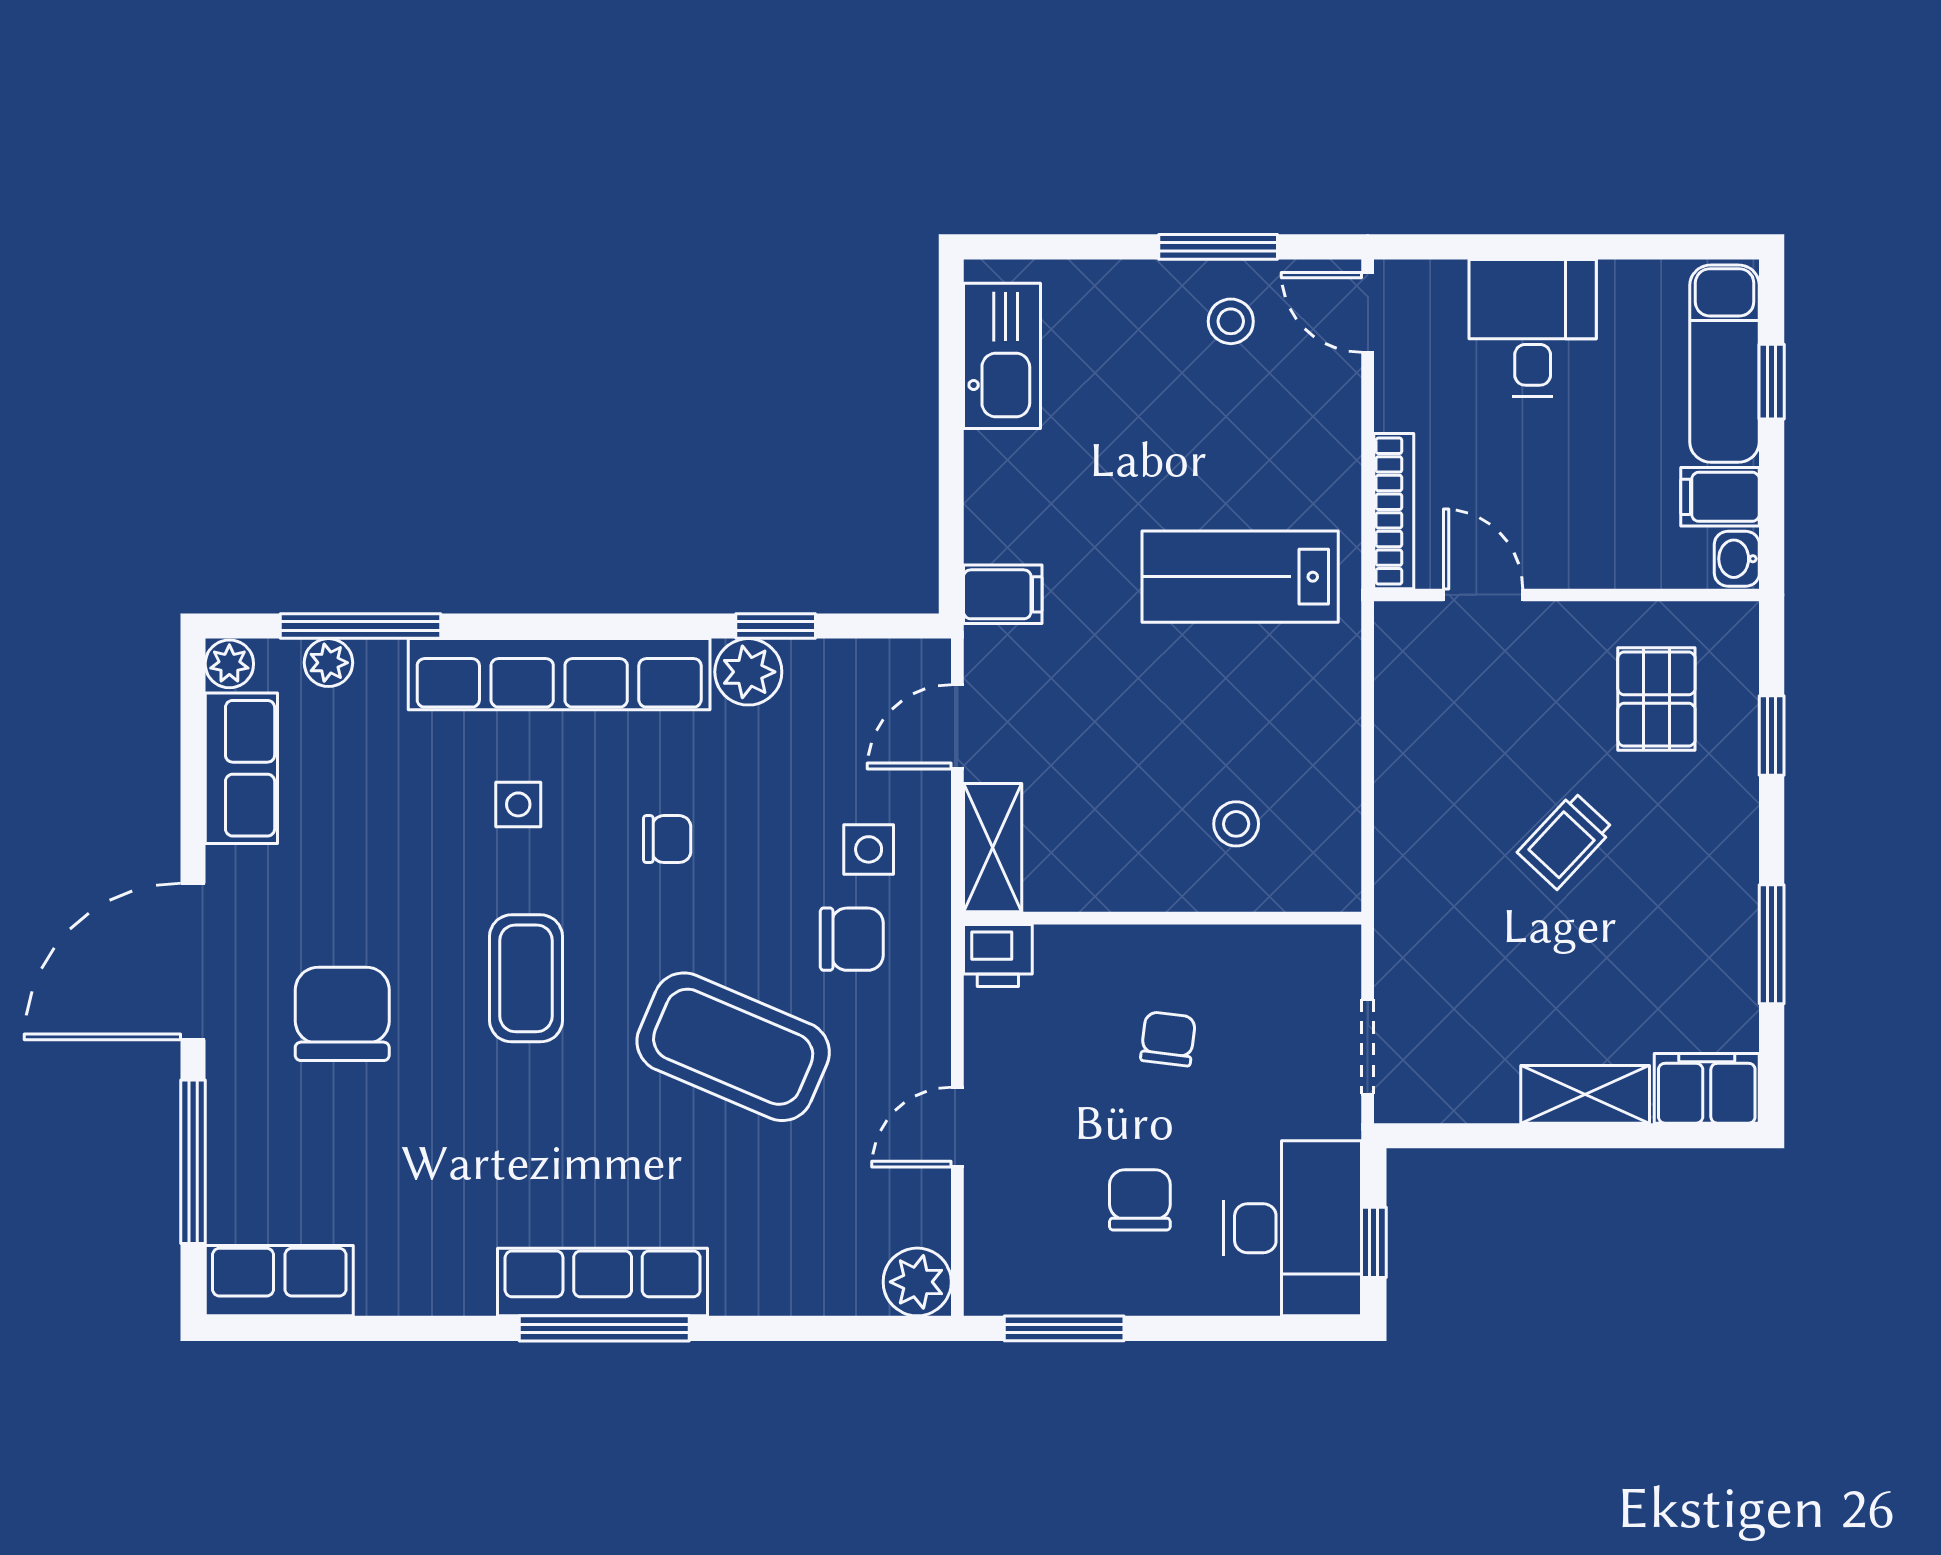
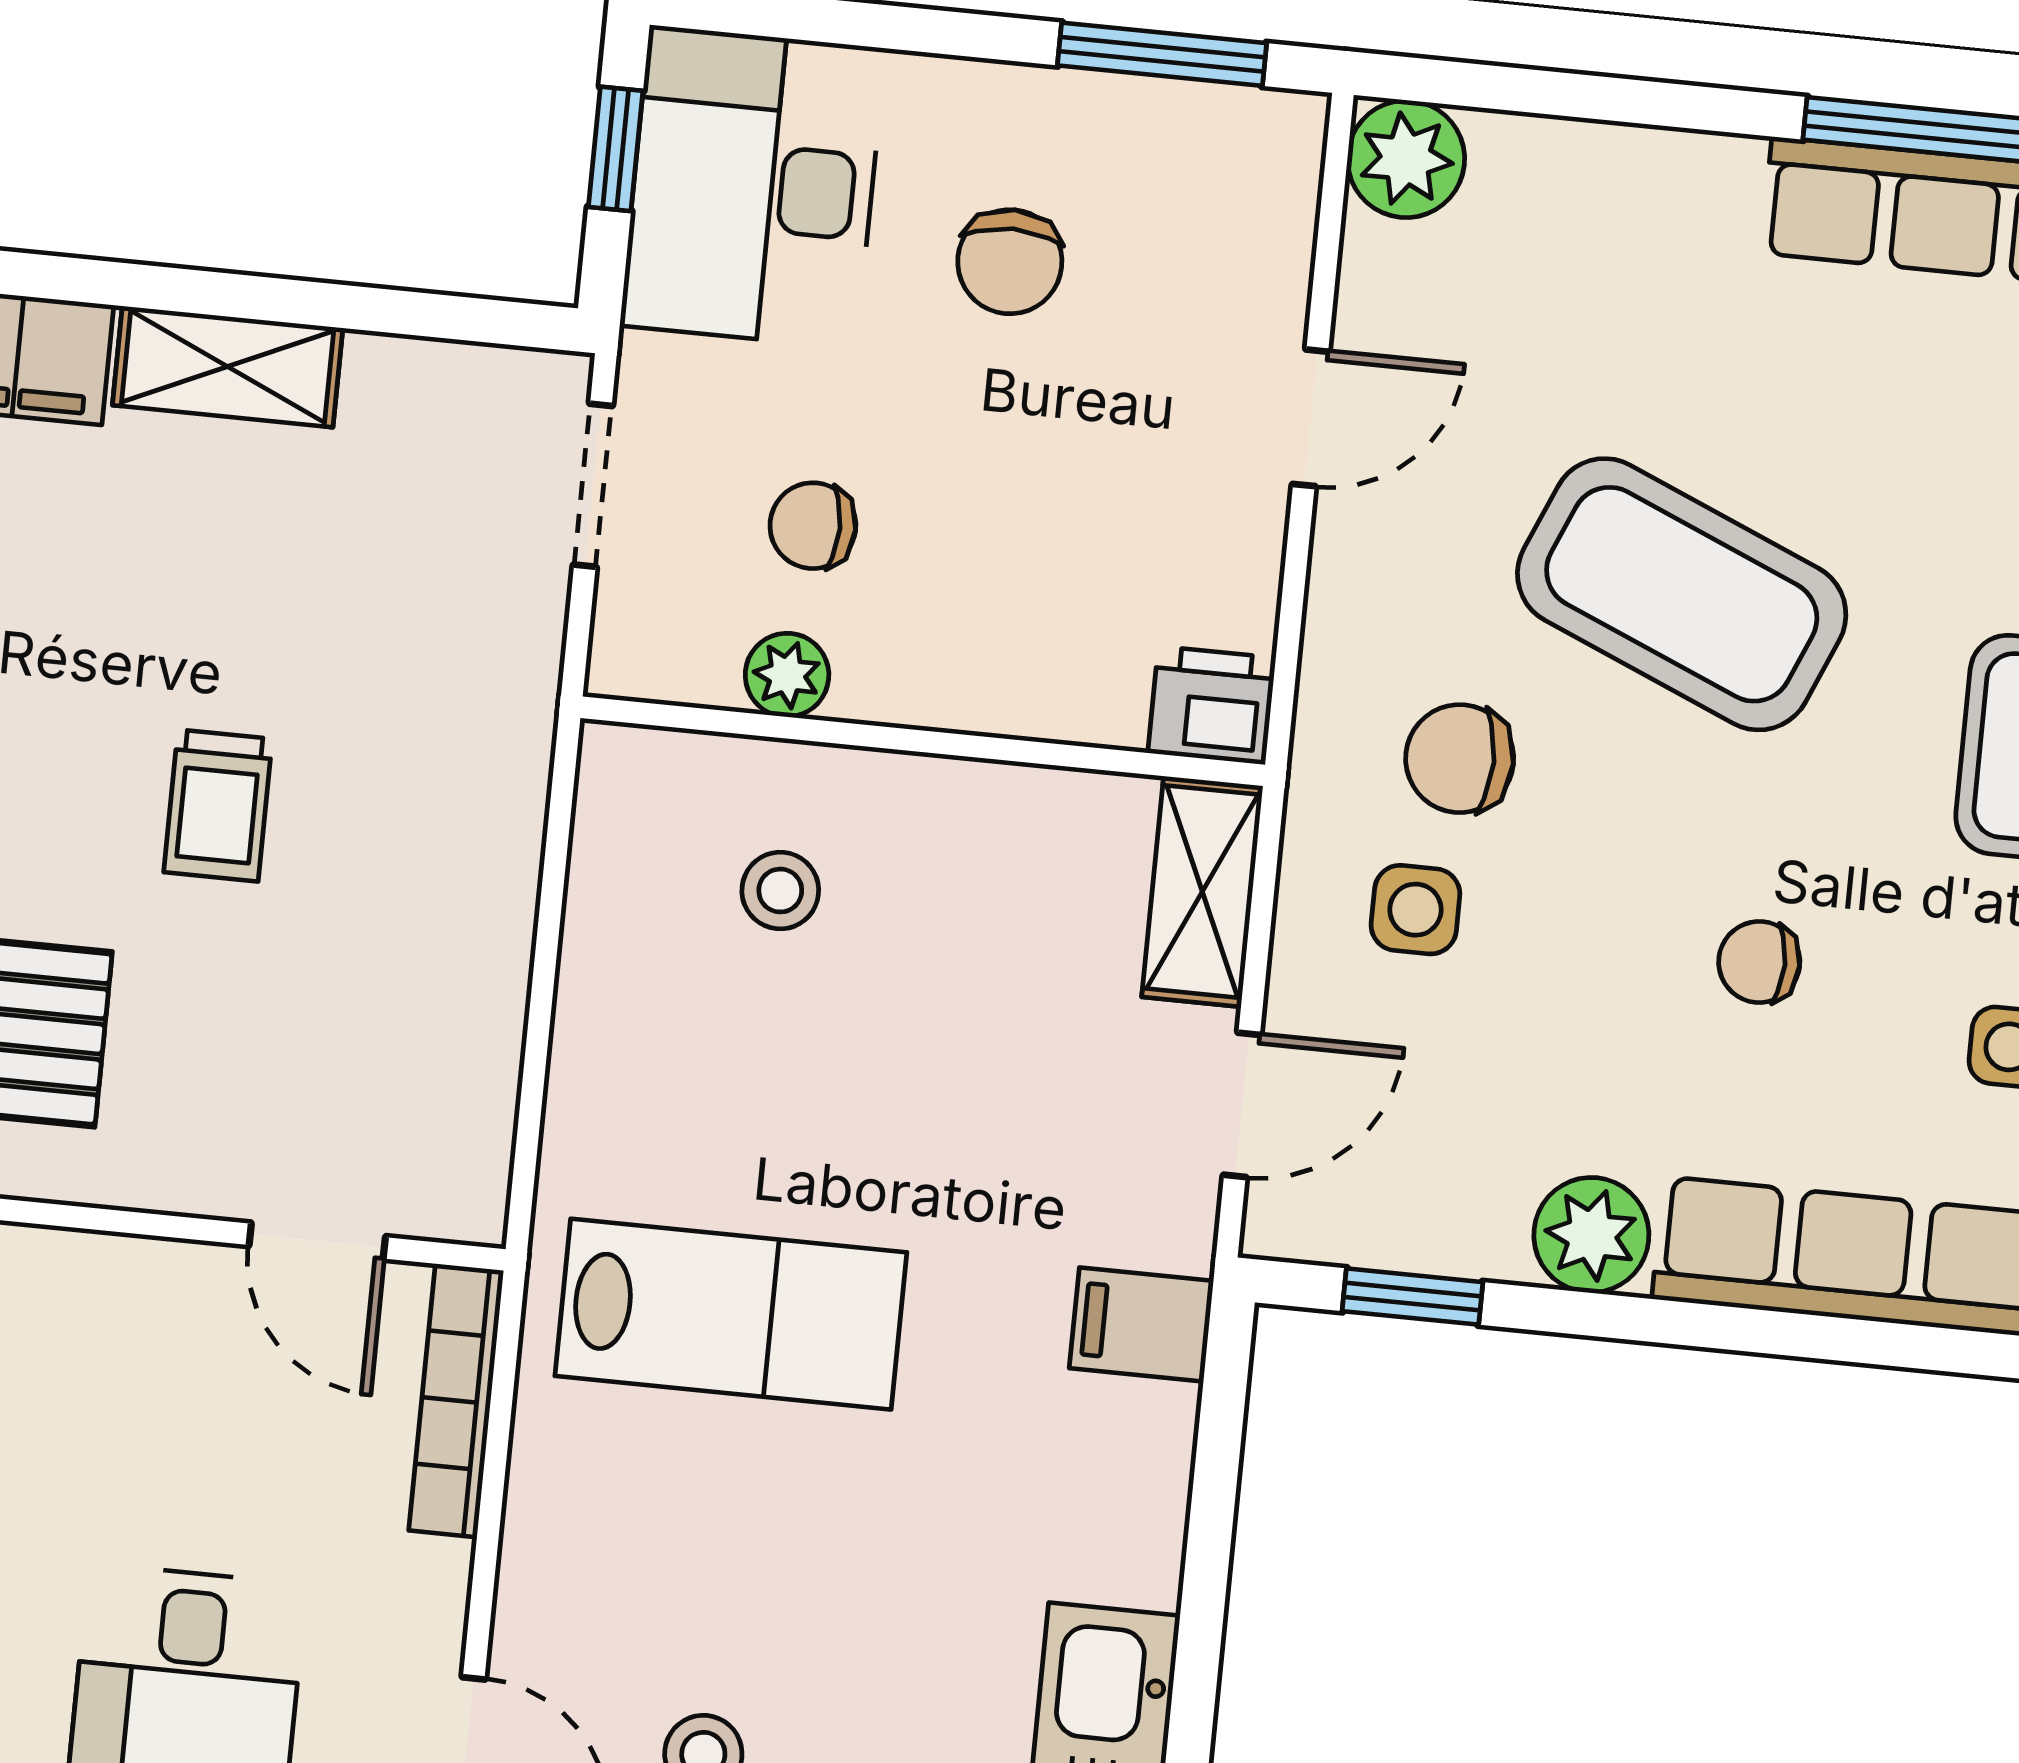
window: (776, 626) -> (1412, 1297), moved
trolley: (1565, 841) -> (218, 805), turned 137
plant: (1245, 949) -> (787, 675), added
chair: (1168, 1039) -> (813, 526), moved, turned 83

